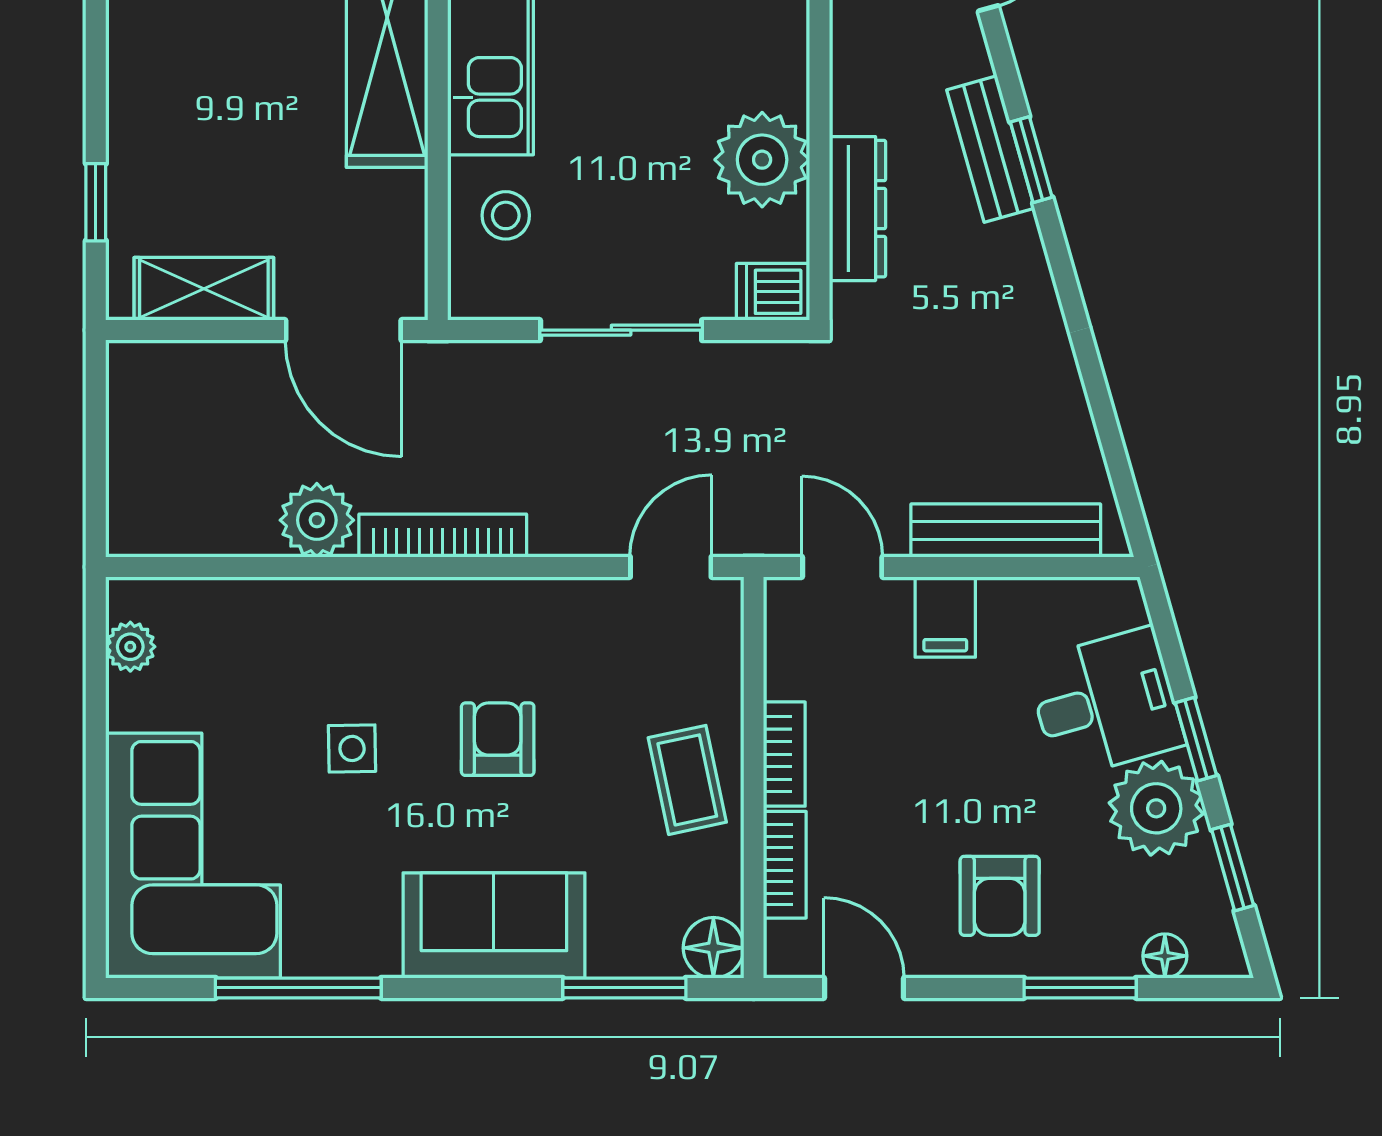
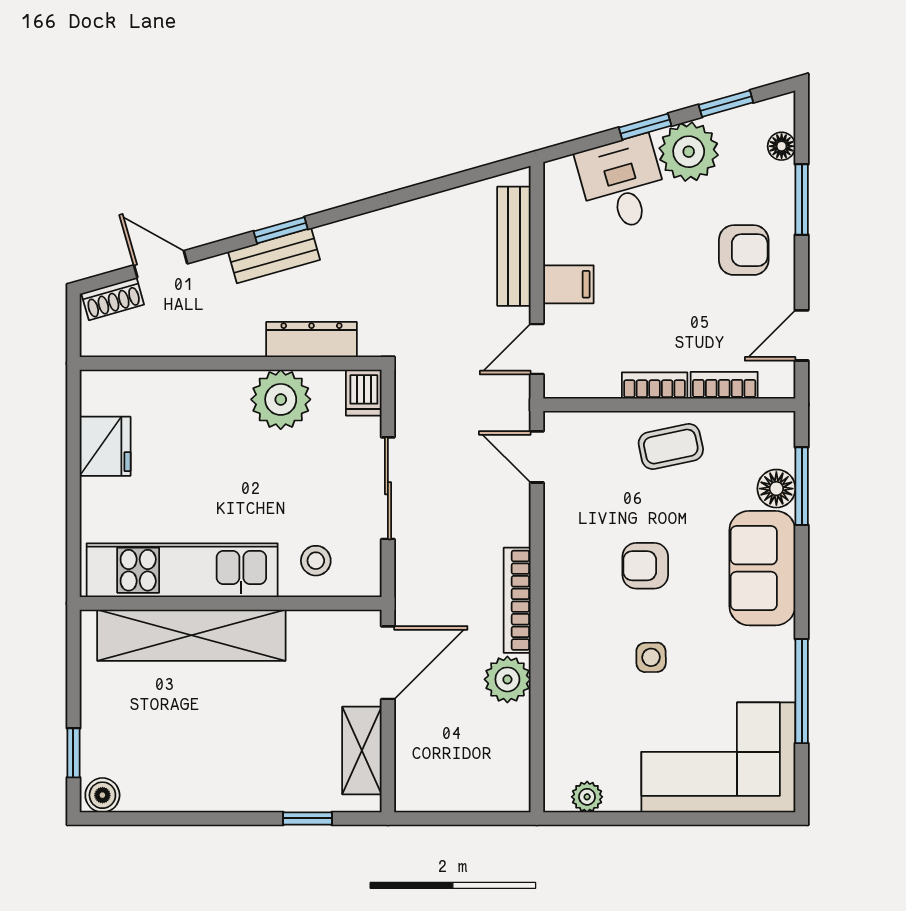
floor lamp: (713, 948) -> (776, 489), moved

